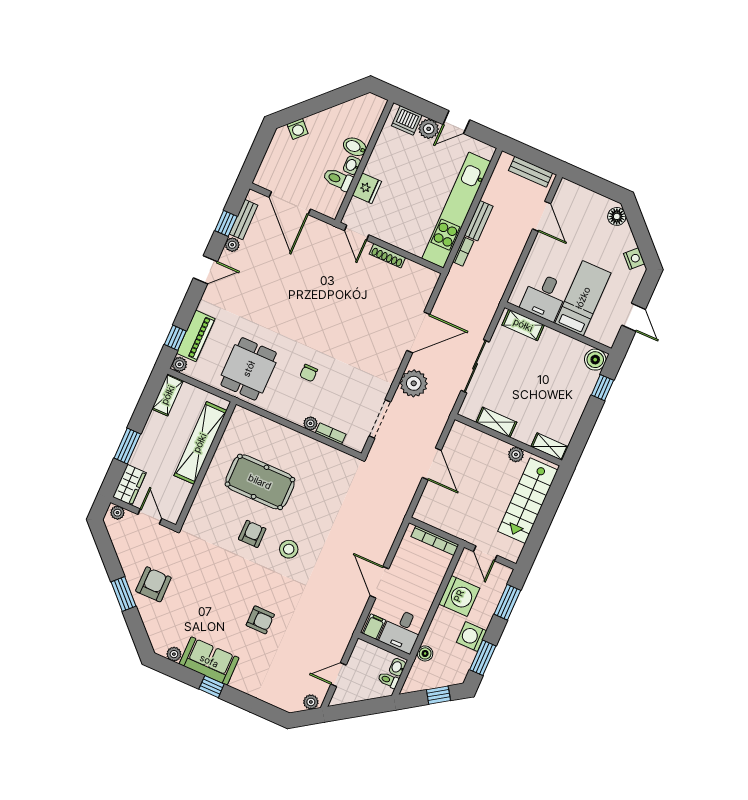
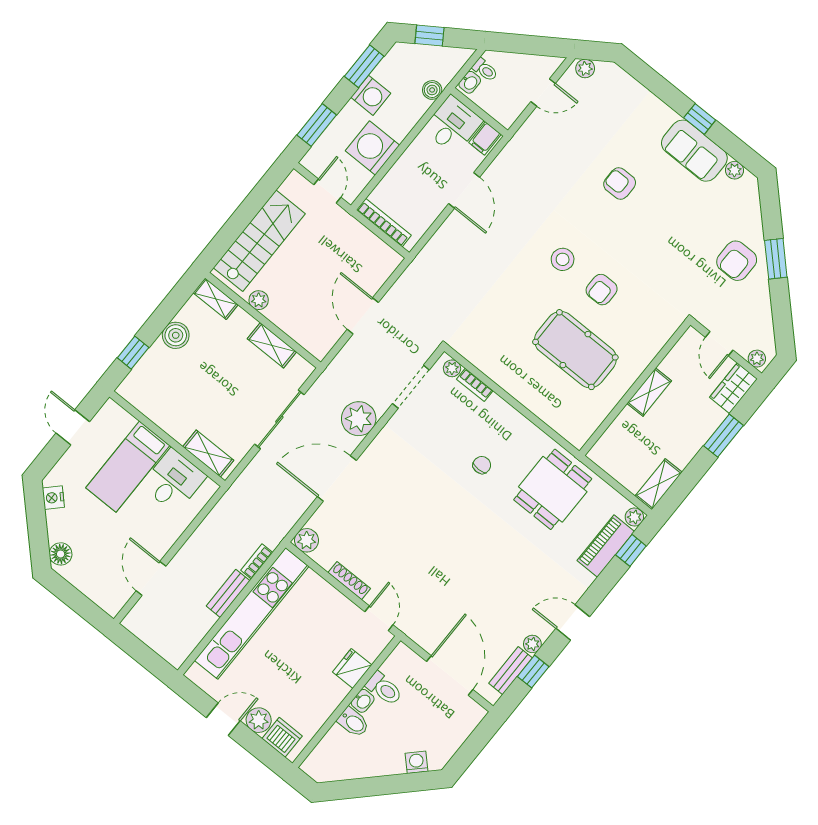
bench: (531, 172) -> (150, 636), removed
plant: (429, 278) -> (307, 540), added
boiler: (595, 360) -> (176, 335), moved
plant: (310, 423) -> (452, 368), moved
shelving: (200, 443) -> (649, 392), width x0.45, depth x0.75

